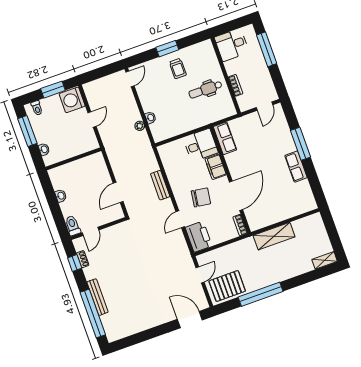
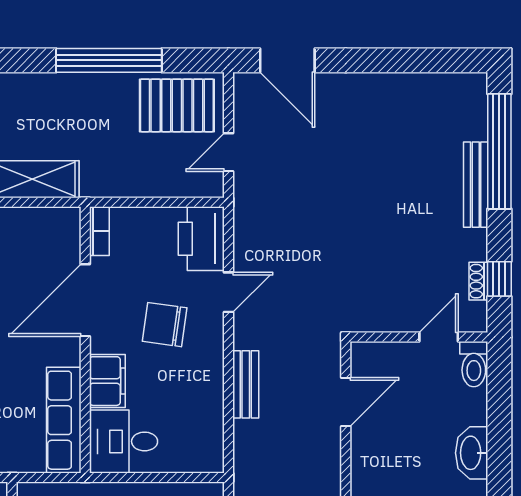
row of seats: (225, 138) -> (64, 420), width x1.48
washbasin: (61, 196) -> (472, 453), width x1.91, depth x1.45

